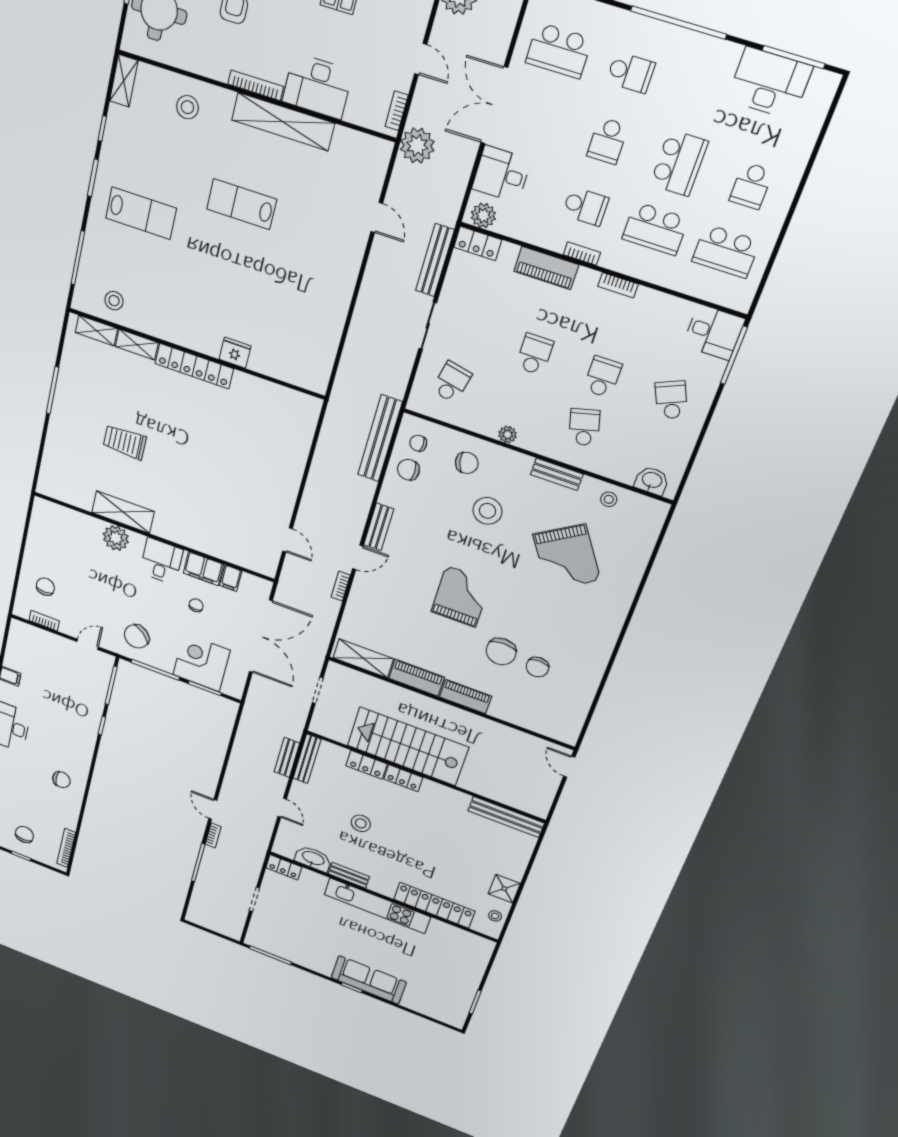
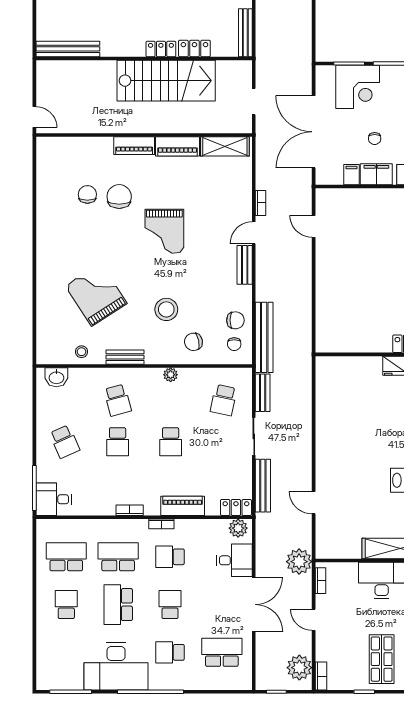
desk: (769, 83) -> (116, 666), moved, width x1.36, depth x1.30
chair: (418, 443) -> (234, 344), turned 90
bench: (287, 757) -> (263, 393), moved

